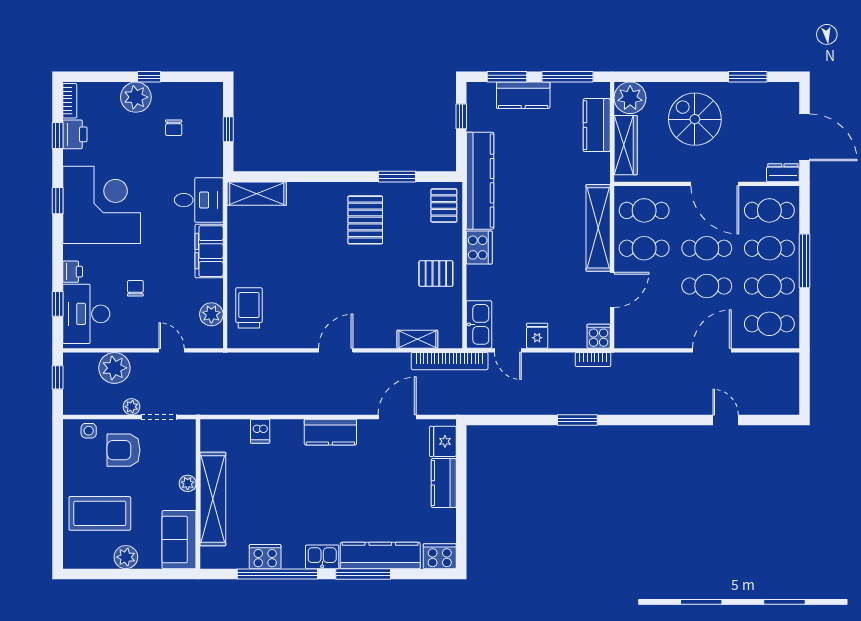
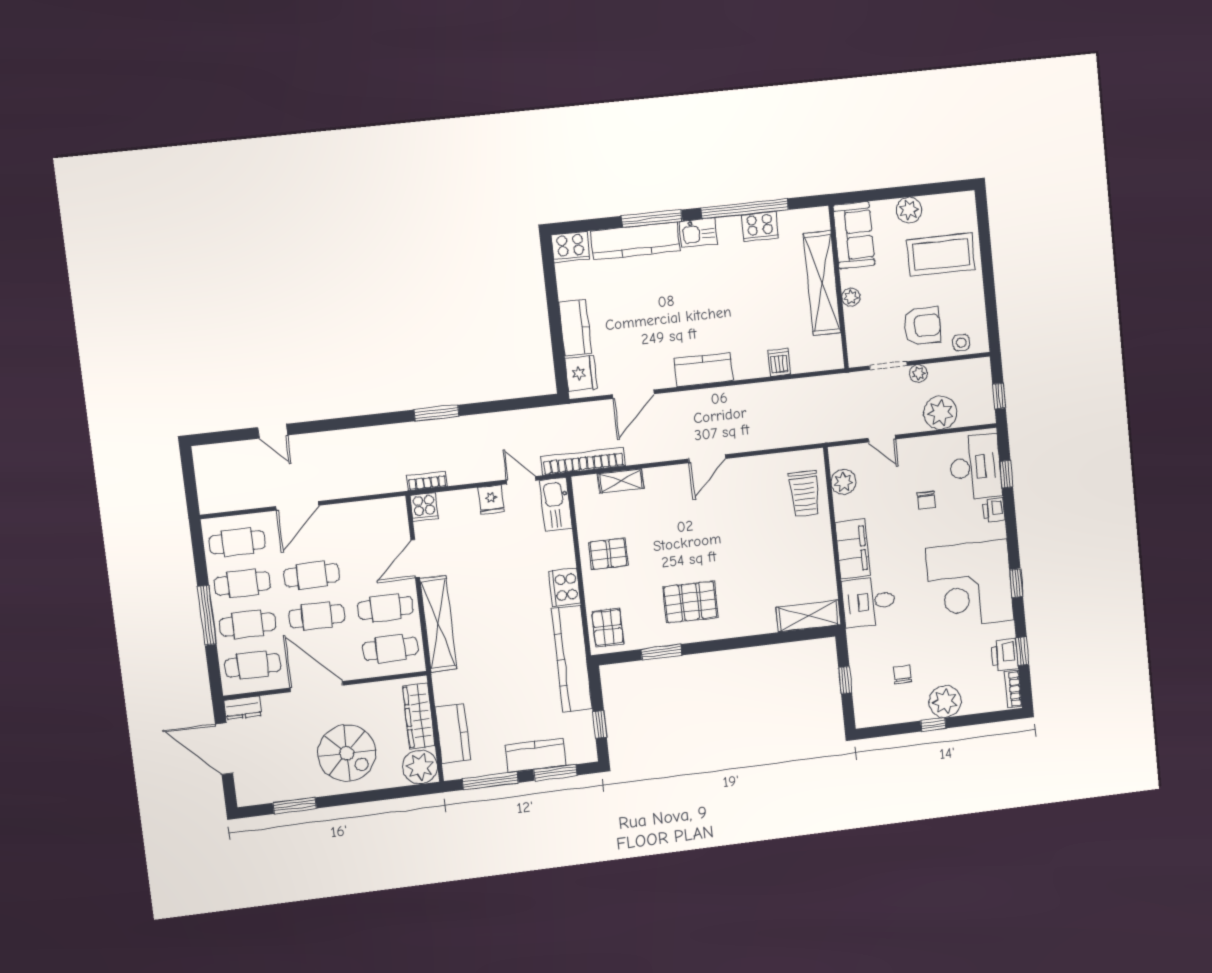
pallet: (365, 220) -> (690, 602), turned 90

